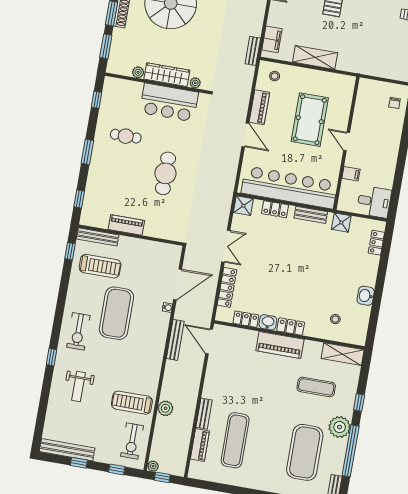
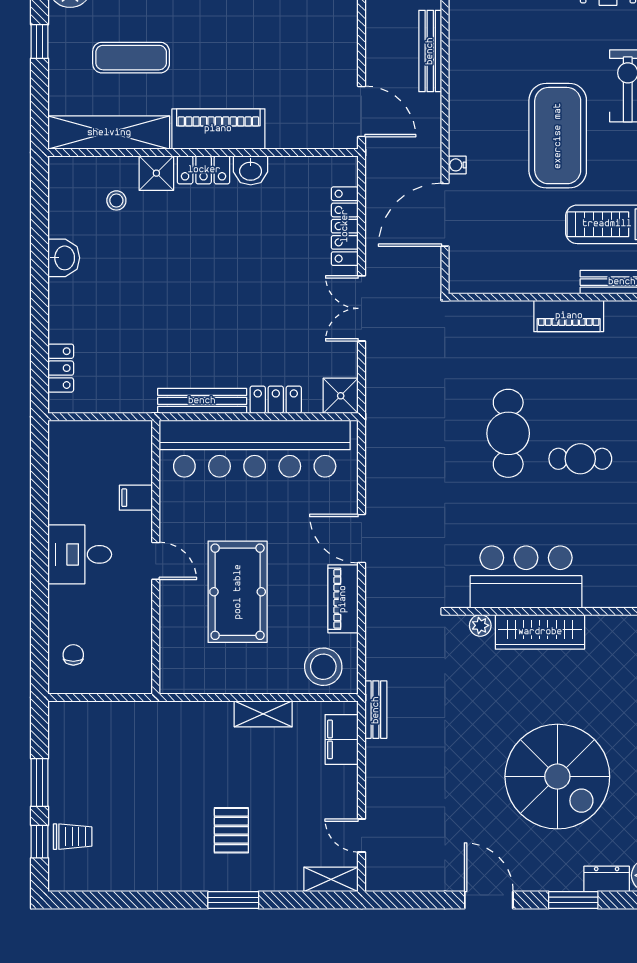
shelving: (315, 57) -> (263, 714), width x0.67, depth x0.75
plant: (138, 72) -> (599, 626), removed
stool: (275, 76) -> (323, 667), width x1.89, depth x1.89
cafe table: (126, 136) -> (580, 459), moved
desk: (374, 202) -> (80, 554), moved
bench: (311, 215) -> (202, 401), width x1.36
shower: (341, 223) -> (156, 173), moved
locker: (246, 319) -> (296, 169), removed
bench: (175, 340) -> (430, 51), moved
shelving: (343, 354) -> (109, 133), width x1.47

